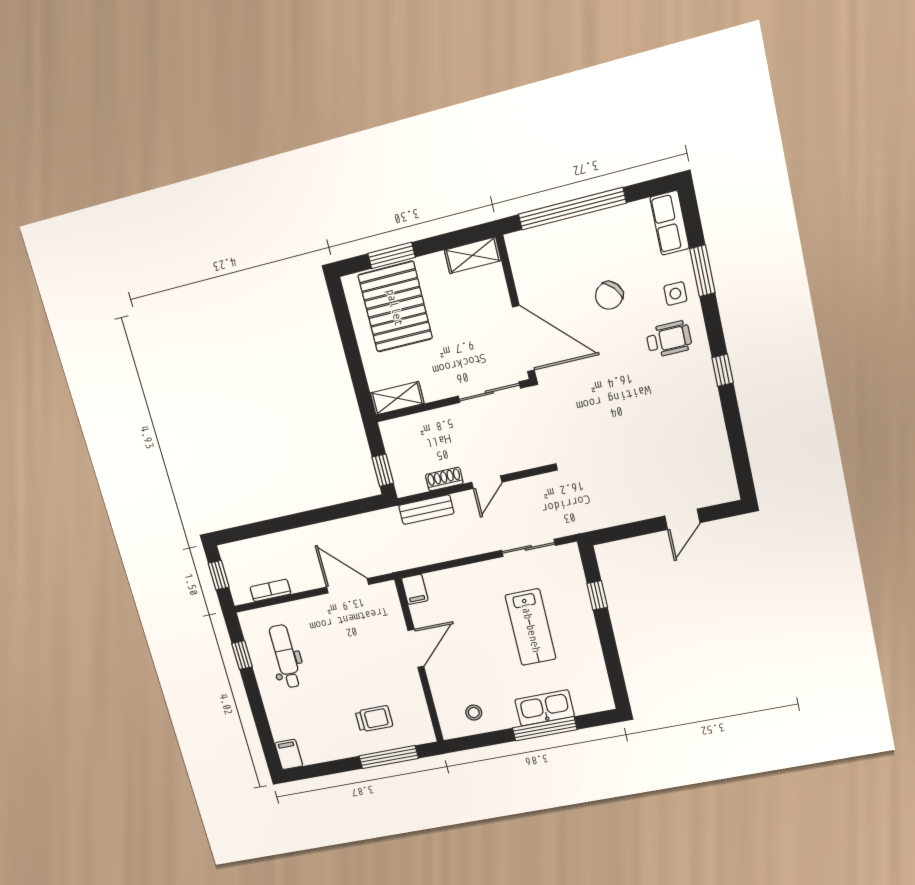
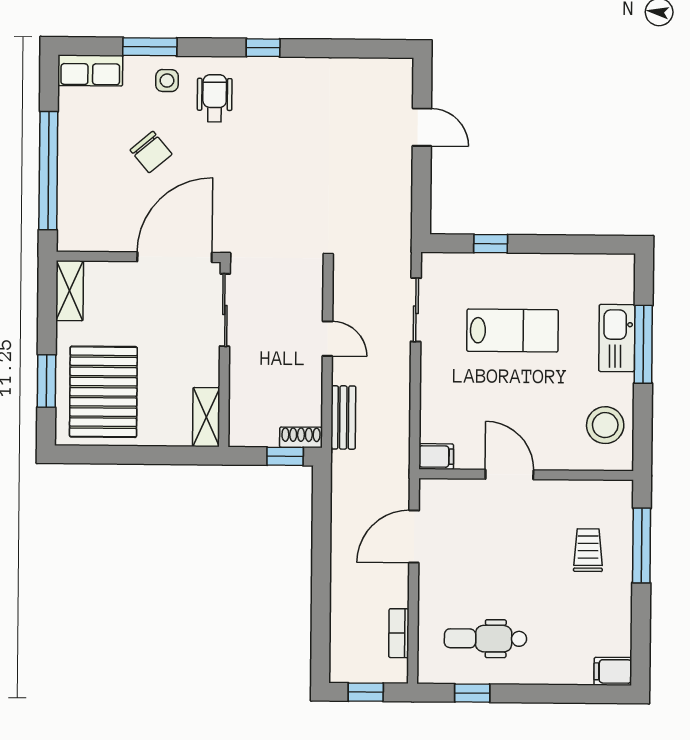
pallet: (395, 307) -> (103, 392), turned 90
shoe rack: (444, 479) -> (301, 437), moved, turned 90
stool: (474, 713) -> (605, 425), width x1.89, depth x1.89

